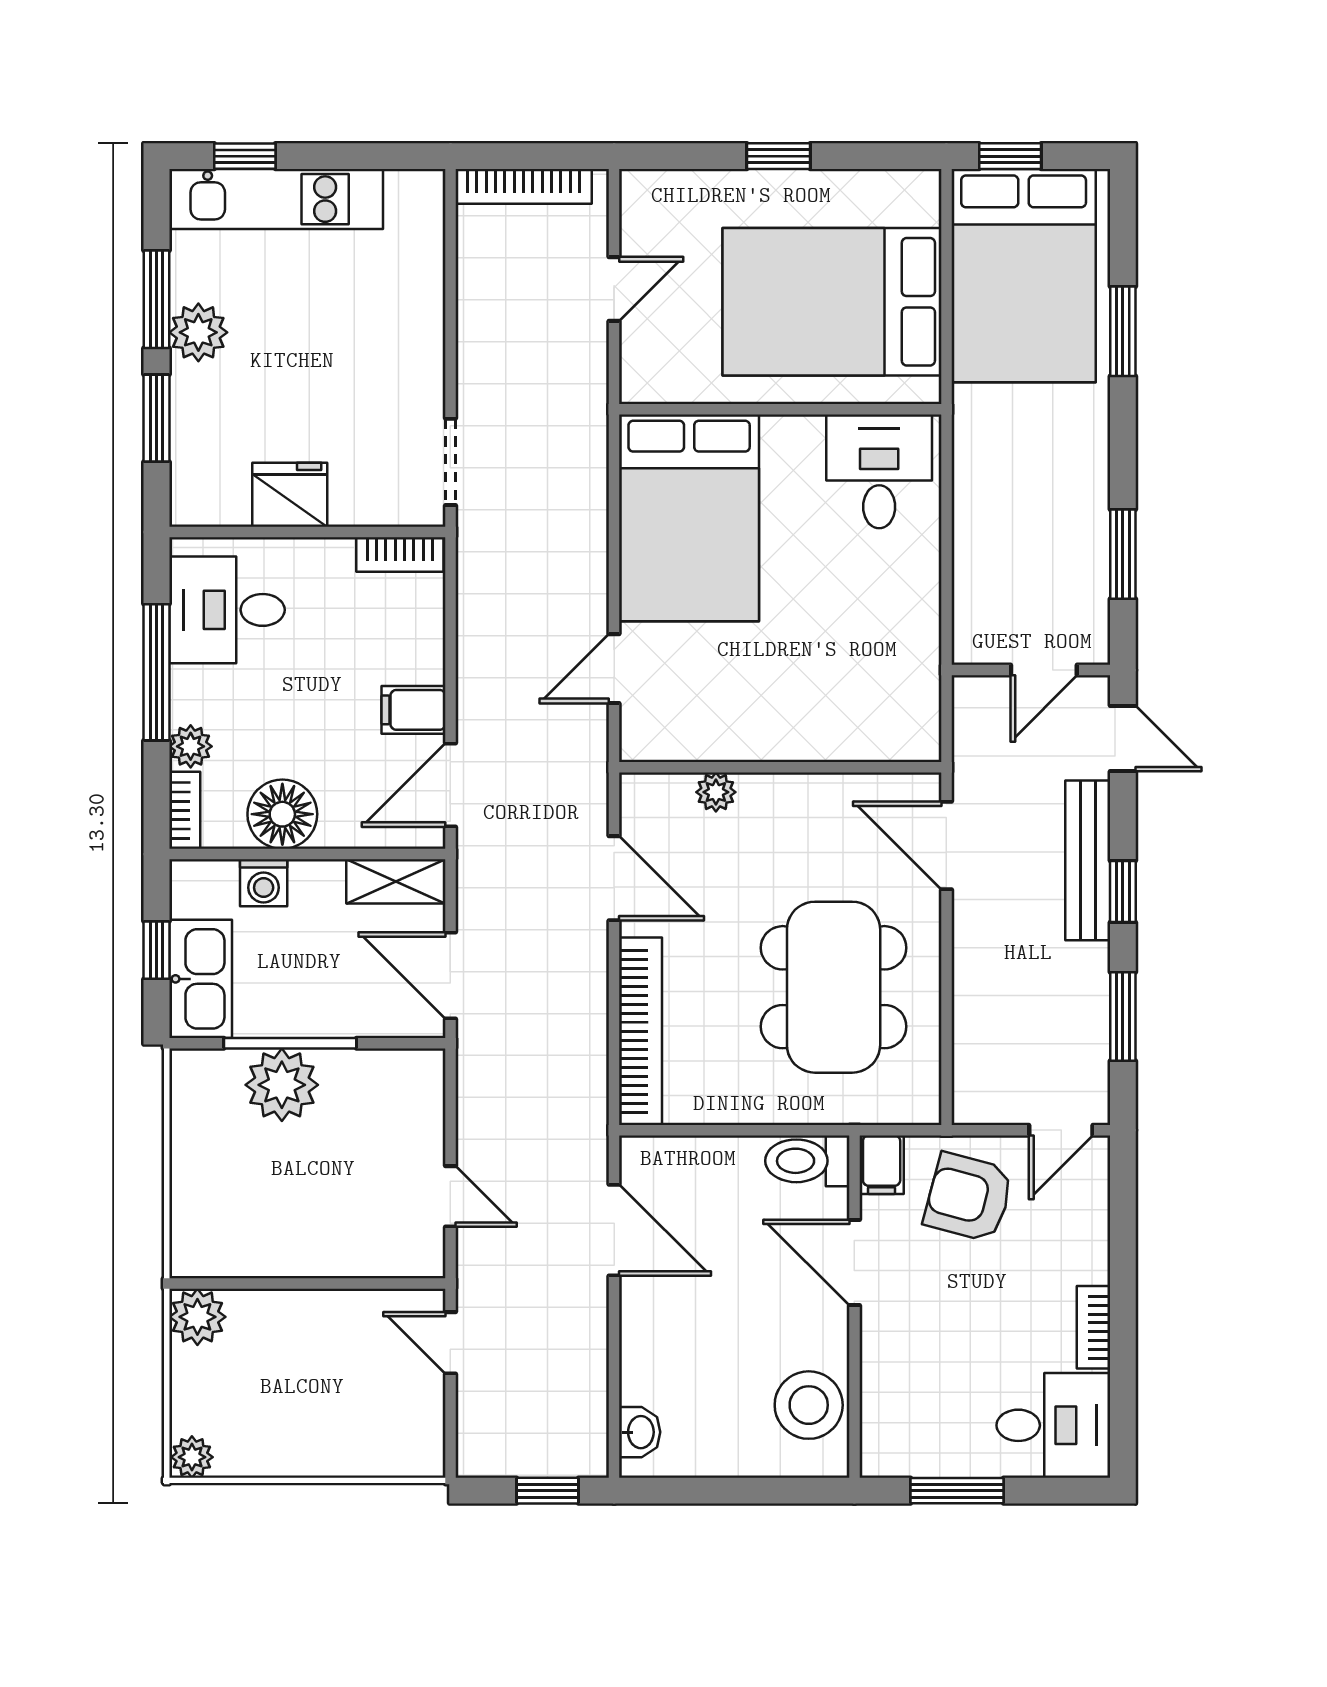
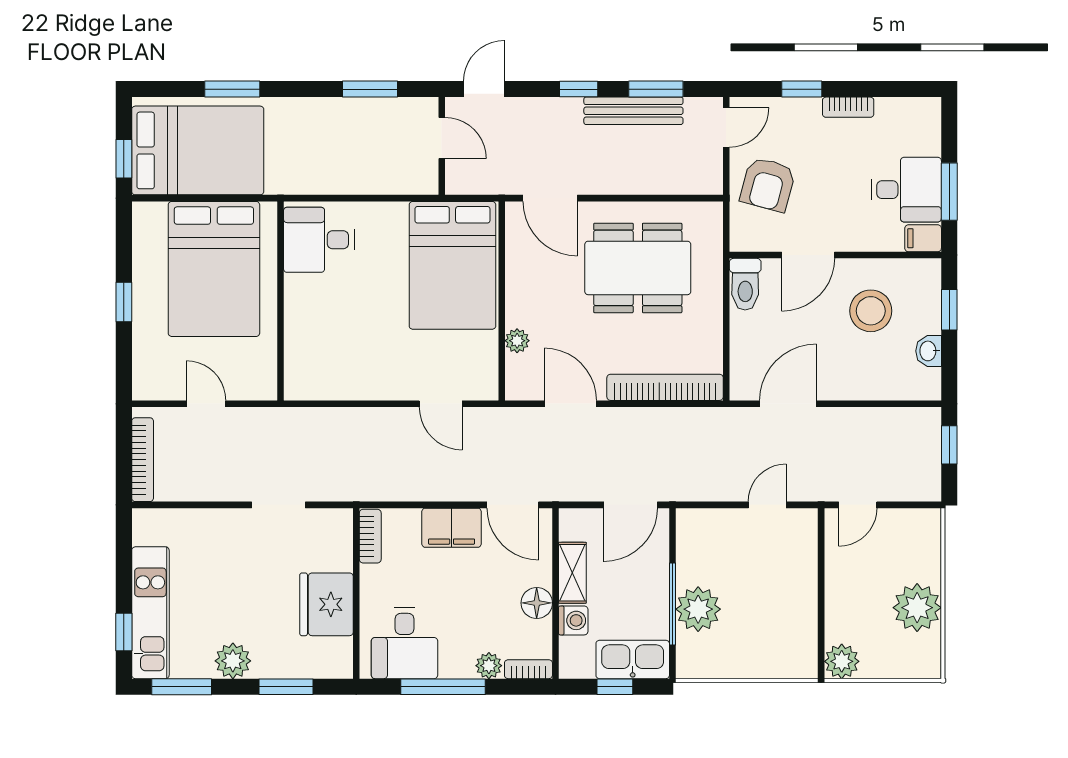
window: (156, 299) -> (182, 687), moved
doorway: (450, 462) -> (279, 505), moved
fridge: (290, 495) -> (326, 604), width x1.36, depth x1.34
bed: (689, 518) -> (452, 265), moved, turned 90
filing cabinet: (413, 710) -> (452, 528), width x2.00
floor lamp: (282, 814) -> (537, 603), width x0.73, depth x0.73
door: (946, 846) -> (550, 198), hinge flipped
bench: (1088, 860) -> (633, 111), moved
door: (614, 878) -> (570, 404), hinge flipped
shelving: (396, 881) -> (572, 573), moved
door: (1061, 1130) -> (726, 127), hinge flipped
filing cabinet: (882, 1165) -> (923, 238), moved, turned 180
window: (1123, 1252) -> (802, 89), added
stool: (809, 1405) -> (871, 311), moved
desk: (1053, 1425) -> (906, 190), moved, turned 90
washbasin: (640, 1432) -> (929, 351), moved, turned -90
plant: (192, 1457) -> (917, 608), moved, width x1.88, depth x1.88
window: (766, 1491) -> (949, 310), added

